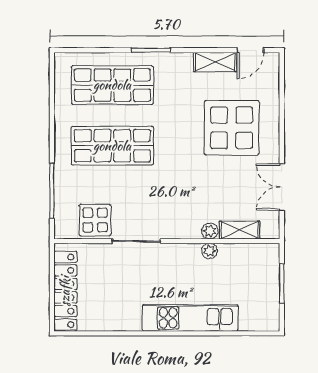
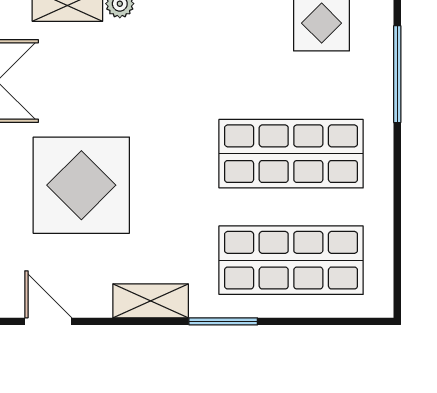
door: (250, 50) -> (48, 321), hinge flipped
shelving: (215, 62) -> (151, 301), moved

